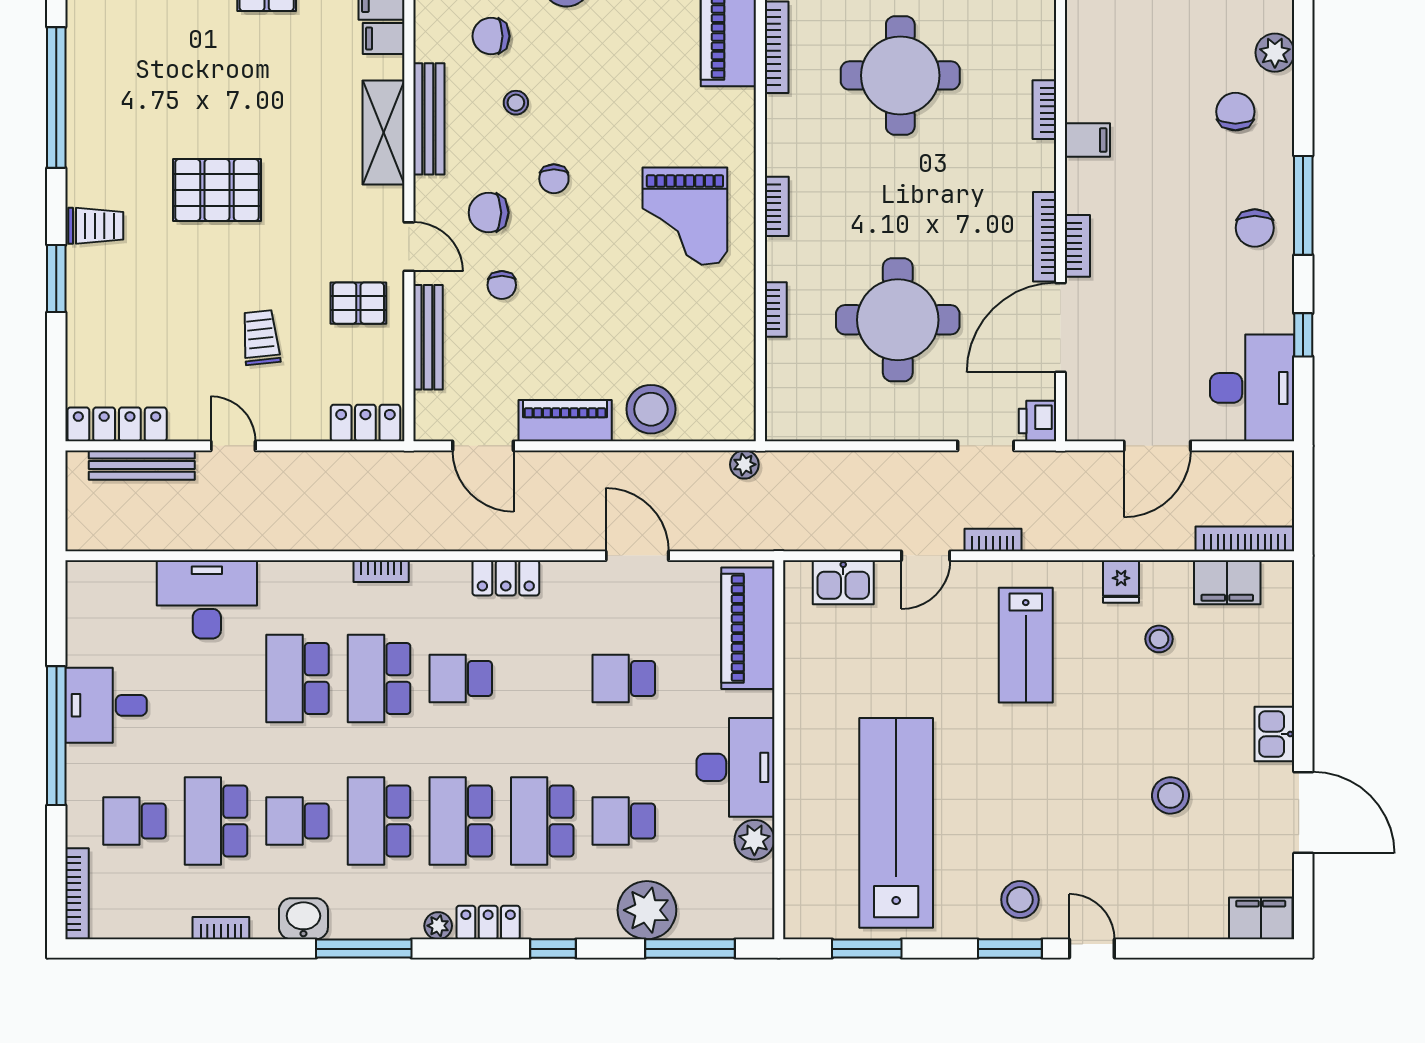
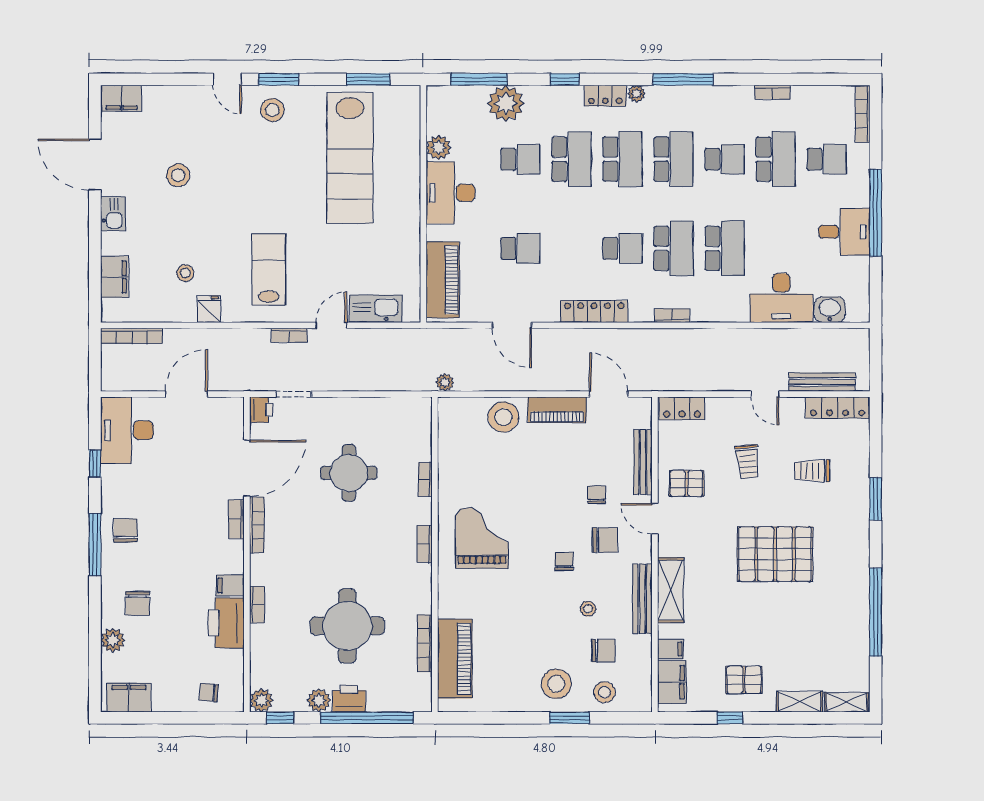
printer: (1094, 80) -> (226, 623), added
pallet: (217, 190) -> (775, 554), width x1.37, depth x1.41
trolley: (96, 226) -> (812, 471), moved
round table: (898, 320) -> (349, 473), width x0.73, depth x0.73
locker: (506, 578) -> (594, 311), width x1.53
kitchen sink: (843, 582) -> (376, 309), width x1.38
filing cabinet: (1227, 582) -> (115, 277), moved, turned 90
washbasin: (303, 919) -> (830, 310), moved, turned 180

